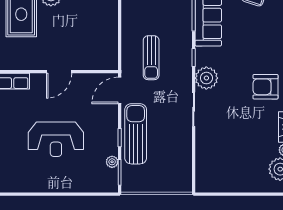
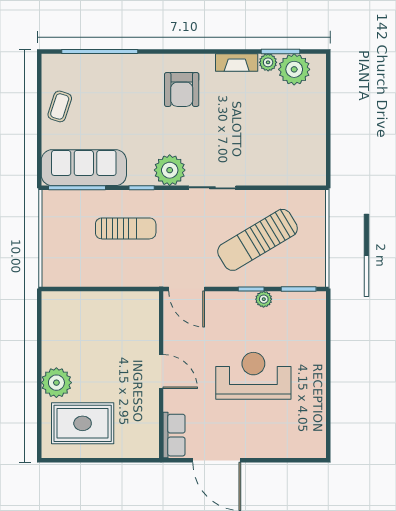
sun lounger: (151, 58) -> (126, 228), moved
sun lounger: (136, 134) -> (258, 240), moved, turned -31
reception desk: (56, 139) -> (253, 376), turned -90
plant: (112, 162) -> (264, 299), moved

